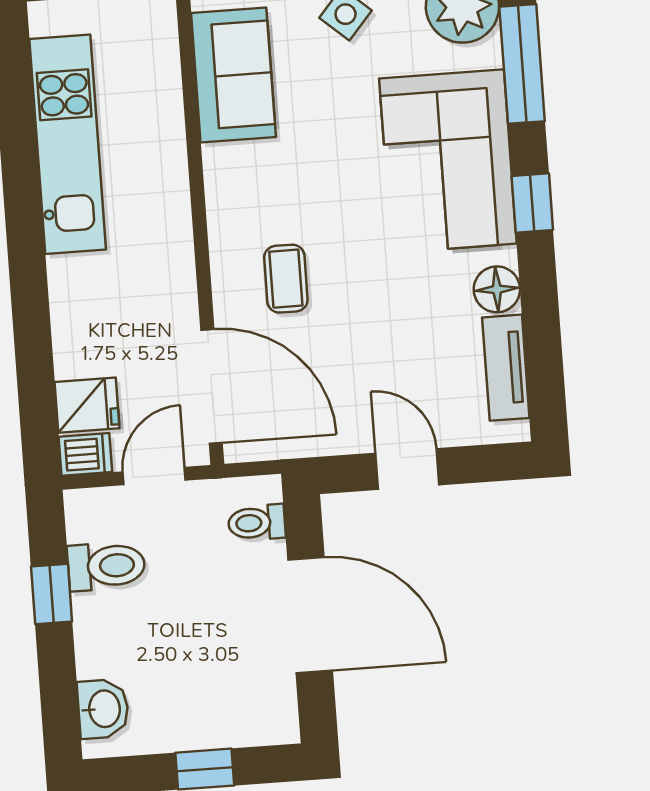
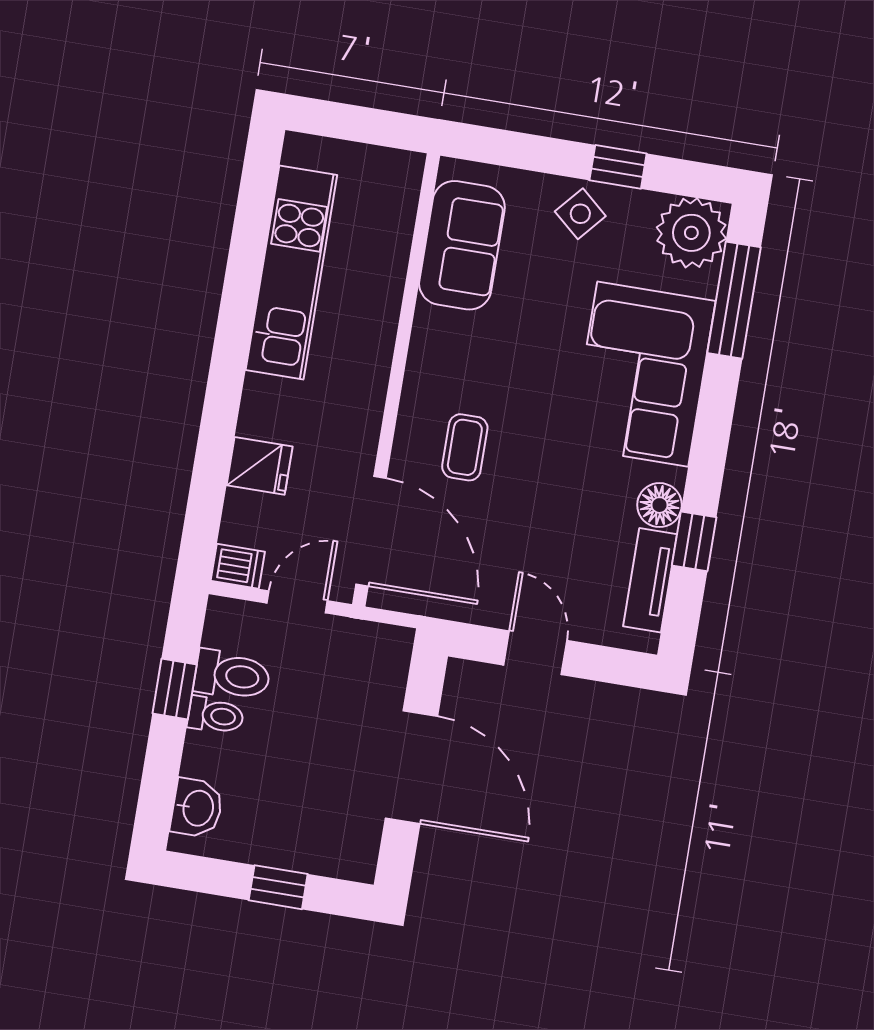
window: (532, 203) -> (694, 541), moved
fridge: (87, 405) -> (260, 466), moved
toilet: (257, 523) -> (216, 715), moved, turned 180

